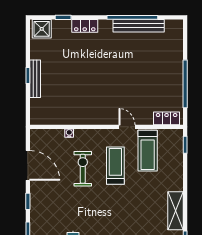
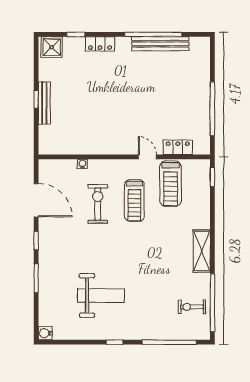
locker: (167, 118) -> (178, 147), moved
treadmill: (115, 166) -> (134, 200), turned 180

